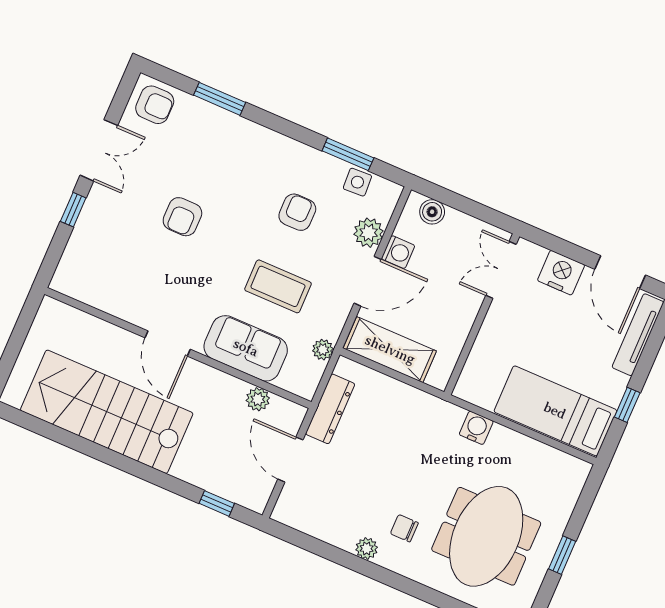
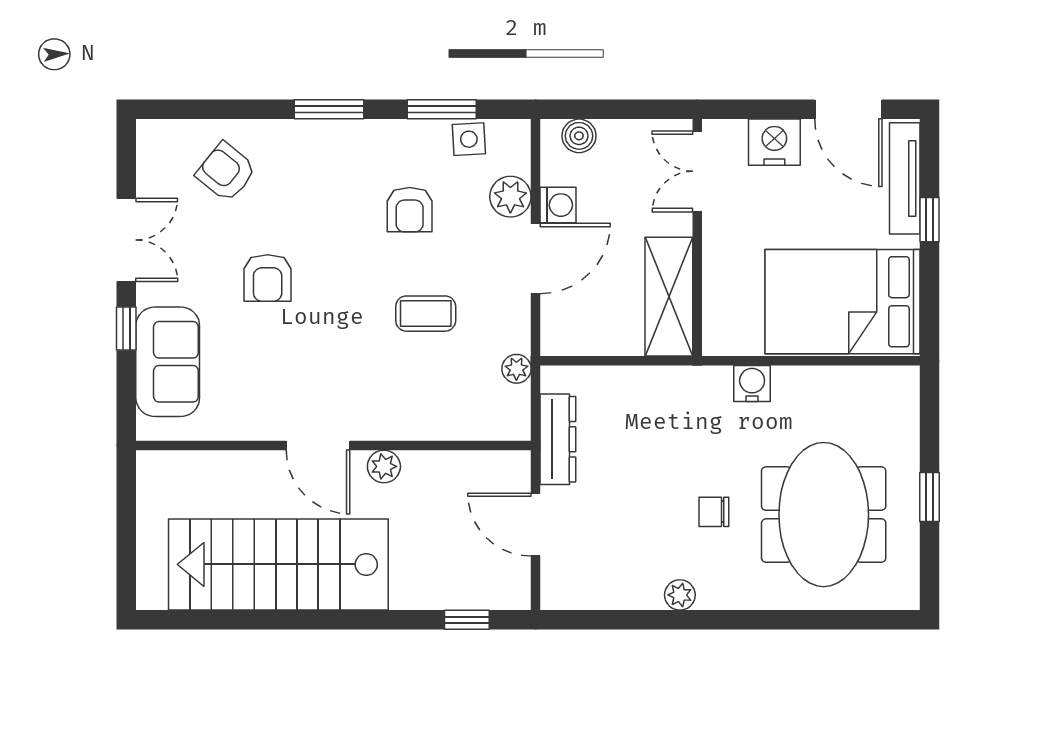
window: (220, 99) -> (329, 109), moved
armchair: (155, 105) -> (226, 172), moved, turned -141
armchair: (297, 212) -> (410, 210), turned 180
coffee table: (278, 286) -> (426, 314), width x0.73, depth x0.77
sofa: (246, 348) -> (168, 362), moved, turned 90
shelving: (390, 350) -> (669, 297), moved, turned 90
plant: (258, 399) -> (384, 466), moved
window: (627, 405) -> (929, 220), moved
bed: (555, 411) -> (842, 302), width x1.50
chair: (404, 528) -> (714, 512), moved

